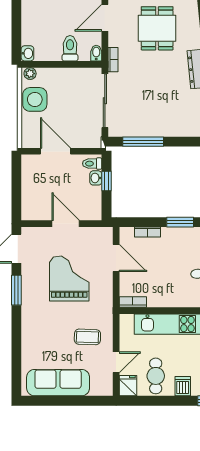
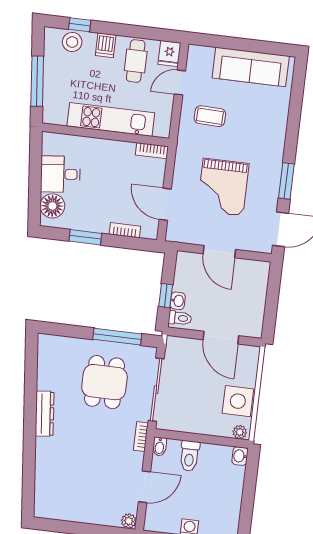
dining table: (157, 28) -> (104, 382), moved

